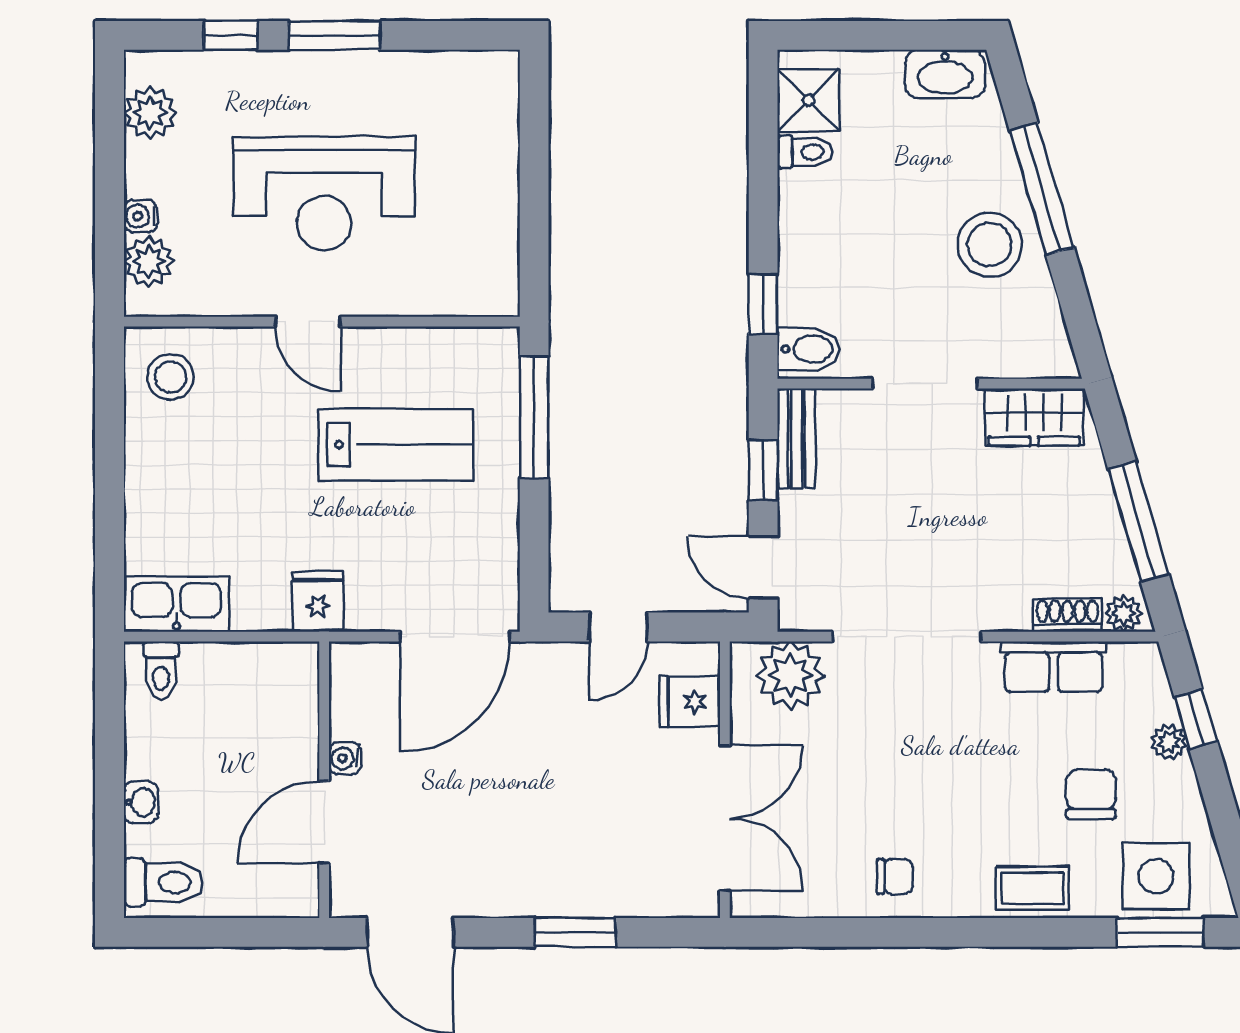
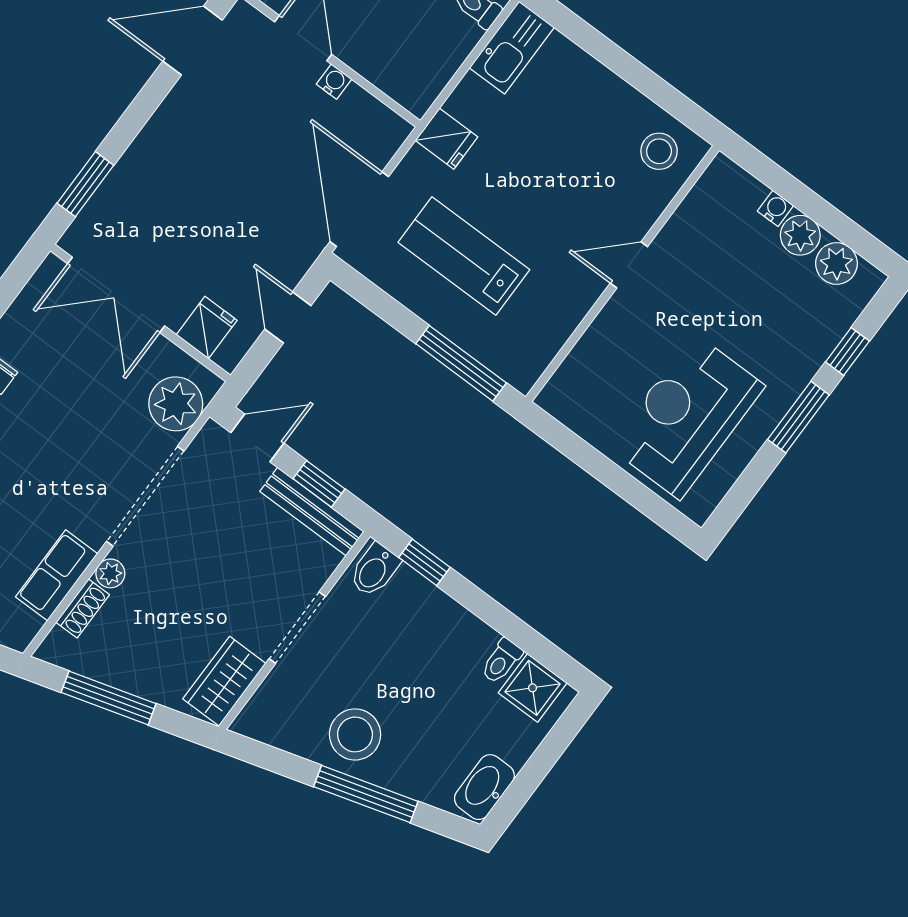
reception desk: (324, 193) -> (687, 416), moved
plant: (149, 261) -> (800, 235), moved
bench: (796, 438) -> (312, 512), width x1.36
lab bench: (396, 445) -> (464, 256), moved, turned 90
plant: (1124, 614) -> (110, 573), moved
window: (575, 932) -> (85, 184), moved

